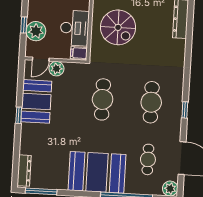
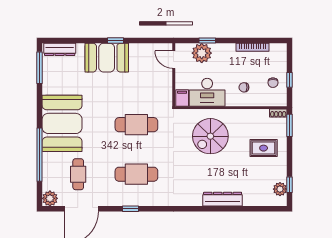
plant: (56, 69) -> (165, 76), removed
booth: (36, 101) -> (107, 58), moved
cafe table: (148, 159) -> (78, 174), turned 90

